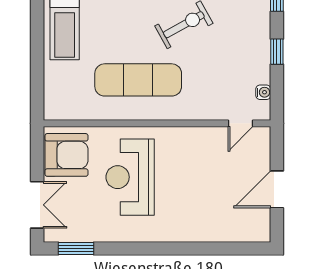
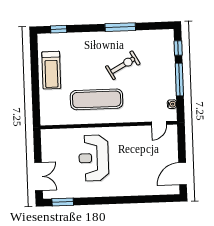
window: (277, 52) -> (179, 79), width x2.17
armchair: (66, 155) -> (55, 146), removed
door: (277, 189) -> (183, 174), moved

